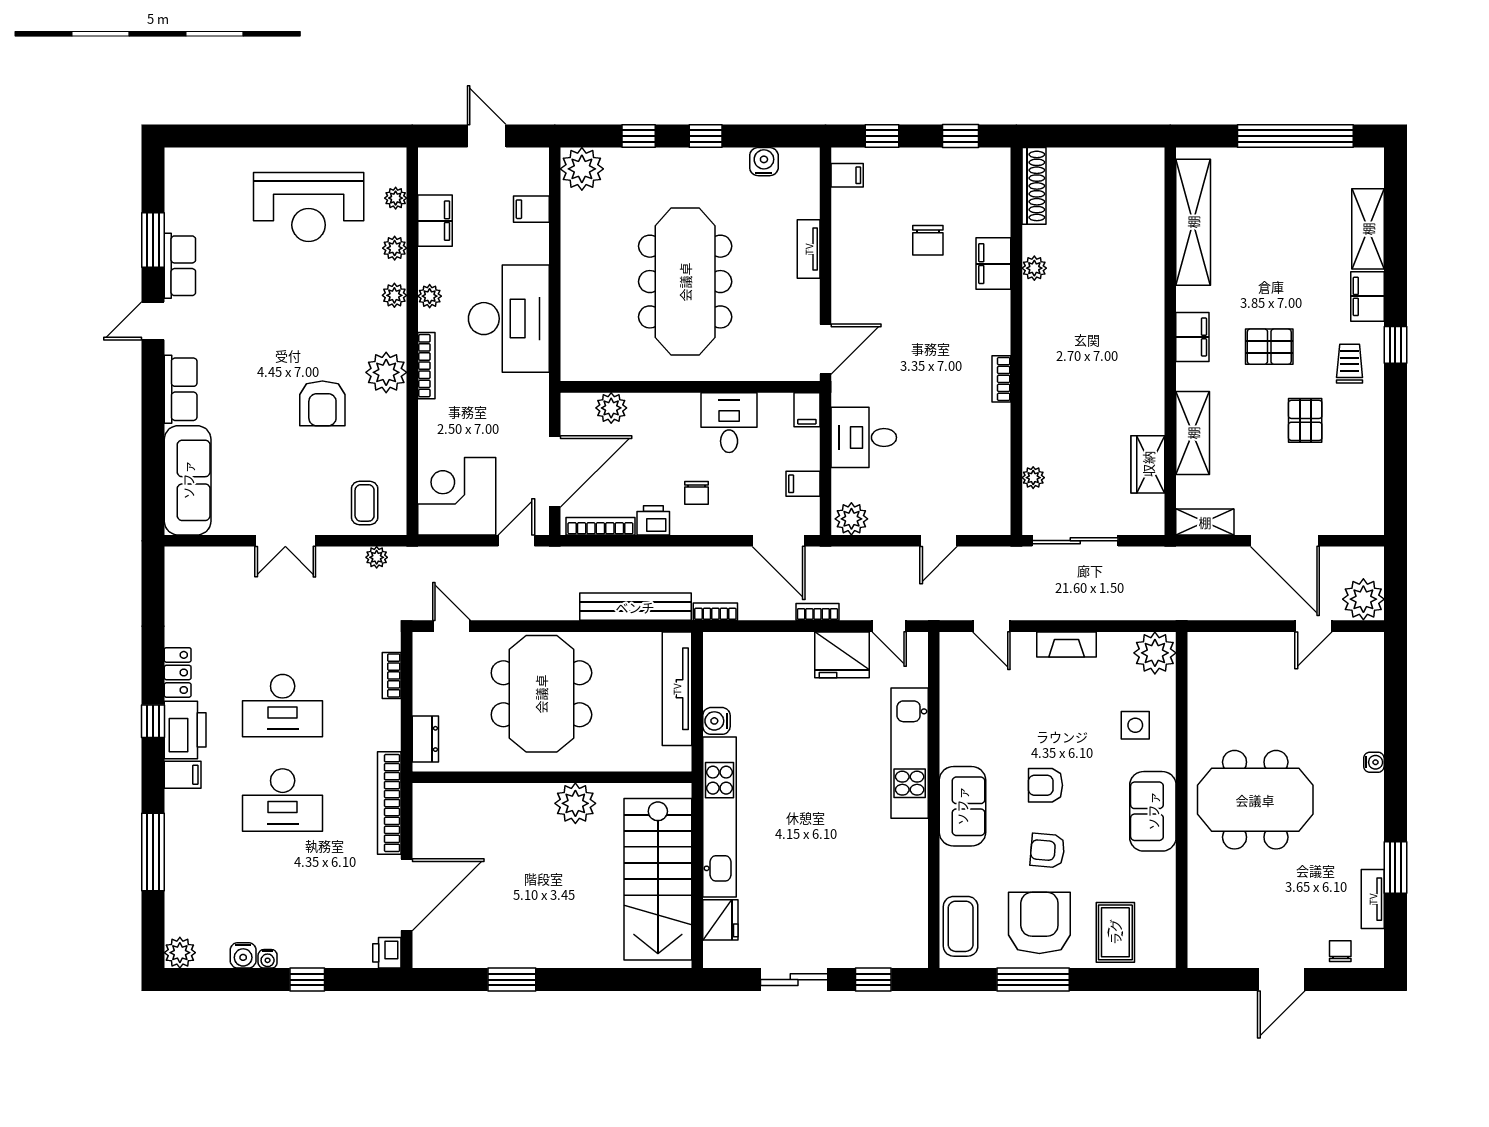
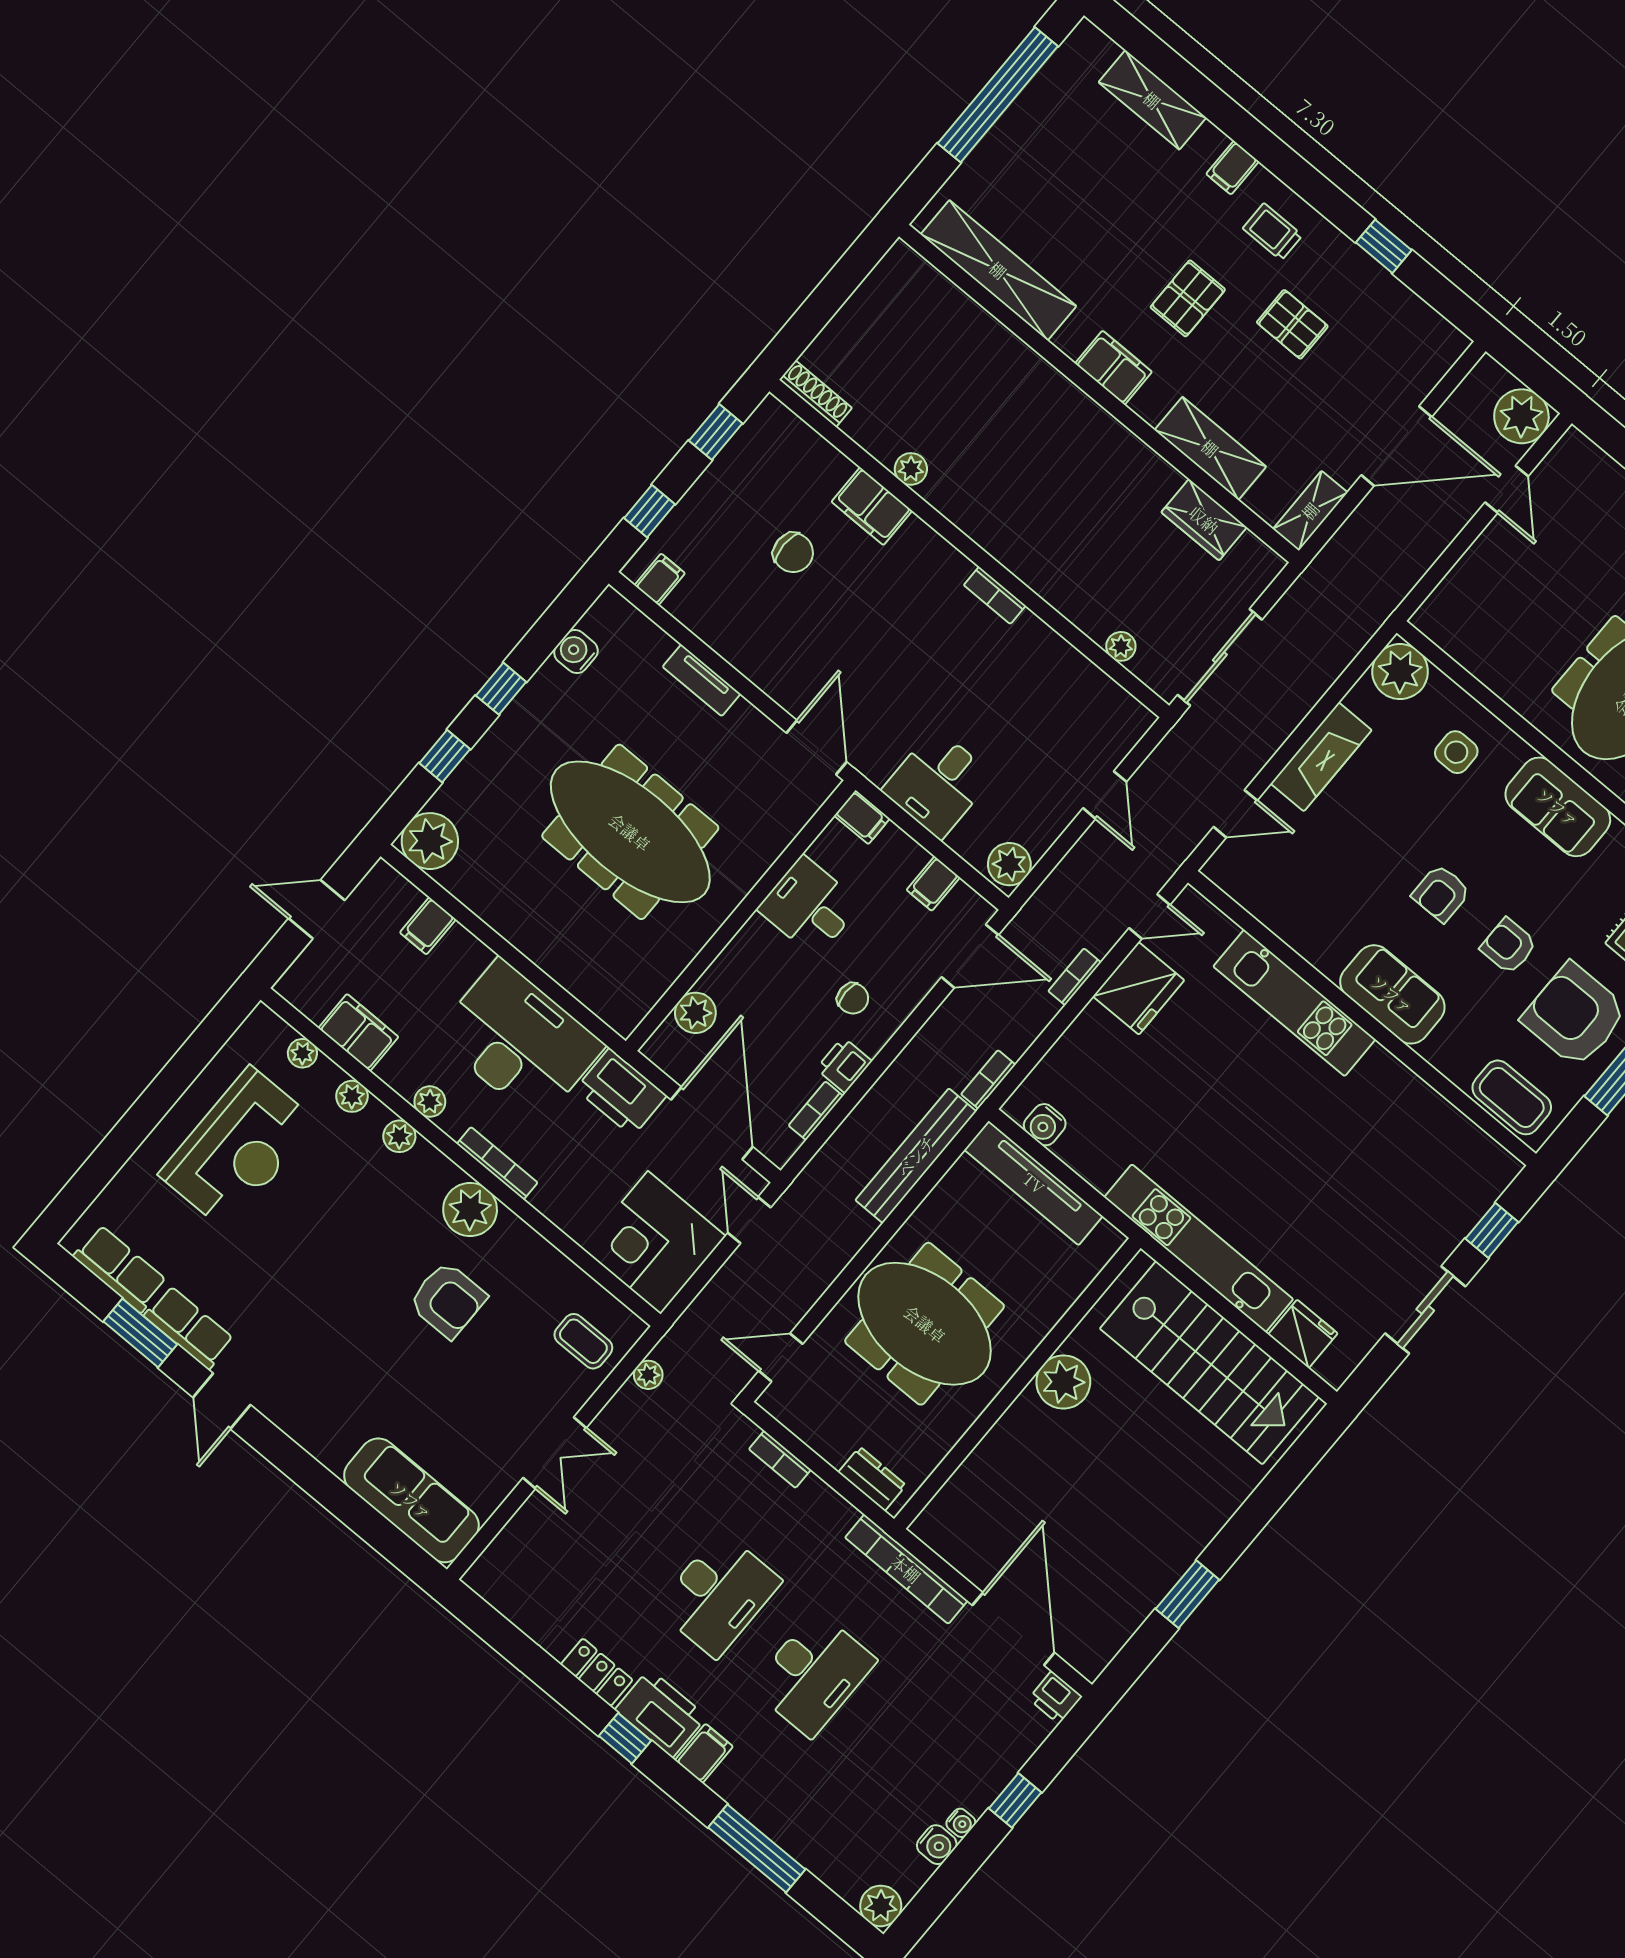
shoe rack: (1034, 186) -> (816, 394), width x0.74, depth x0.81
filing cabinet: (1367, 296) -> (1232, 168), width x0.50
window: (1395, 345) -> (1384, 246), moved
row of seats: (181, 389) -> (120, 1269), moved
printer: (528, 403) -> (621, 1092), added
bookcase: (600, 526) -> (816, 1111), width x0.64
fireplace: (1067, 645) -> (1321, 757), width x1.37, depth x1.32
water cooler: (716, 721) -> (1045, 1125), moved
armchair: (1047, 851) -> (1509, 946), turned 85

